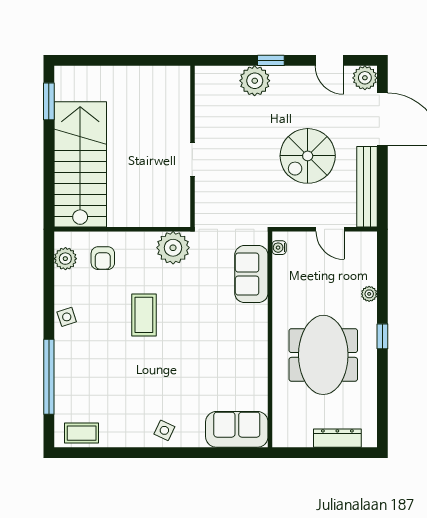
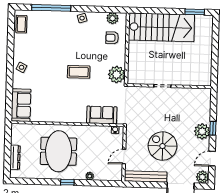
plant: (255, 81) -> (202, 131), moved
coffee table: (144, 315) -> (79, 72), moved
meeting table: (323, 355) -> (59, 151), turned 90

